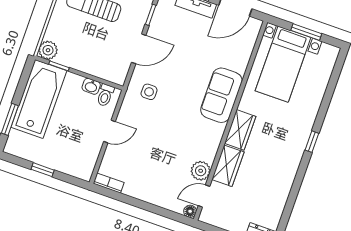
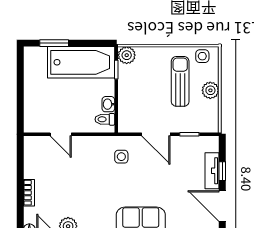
door: (109, 132) -> (61, 134), moved
window: (43, 170) -> (20, 87), removed
bookcase: (109, 183) -> (29, 193), moved

